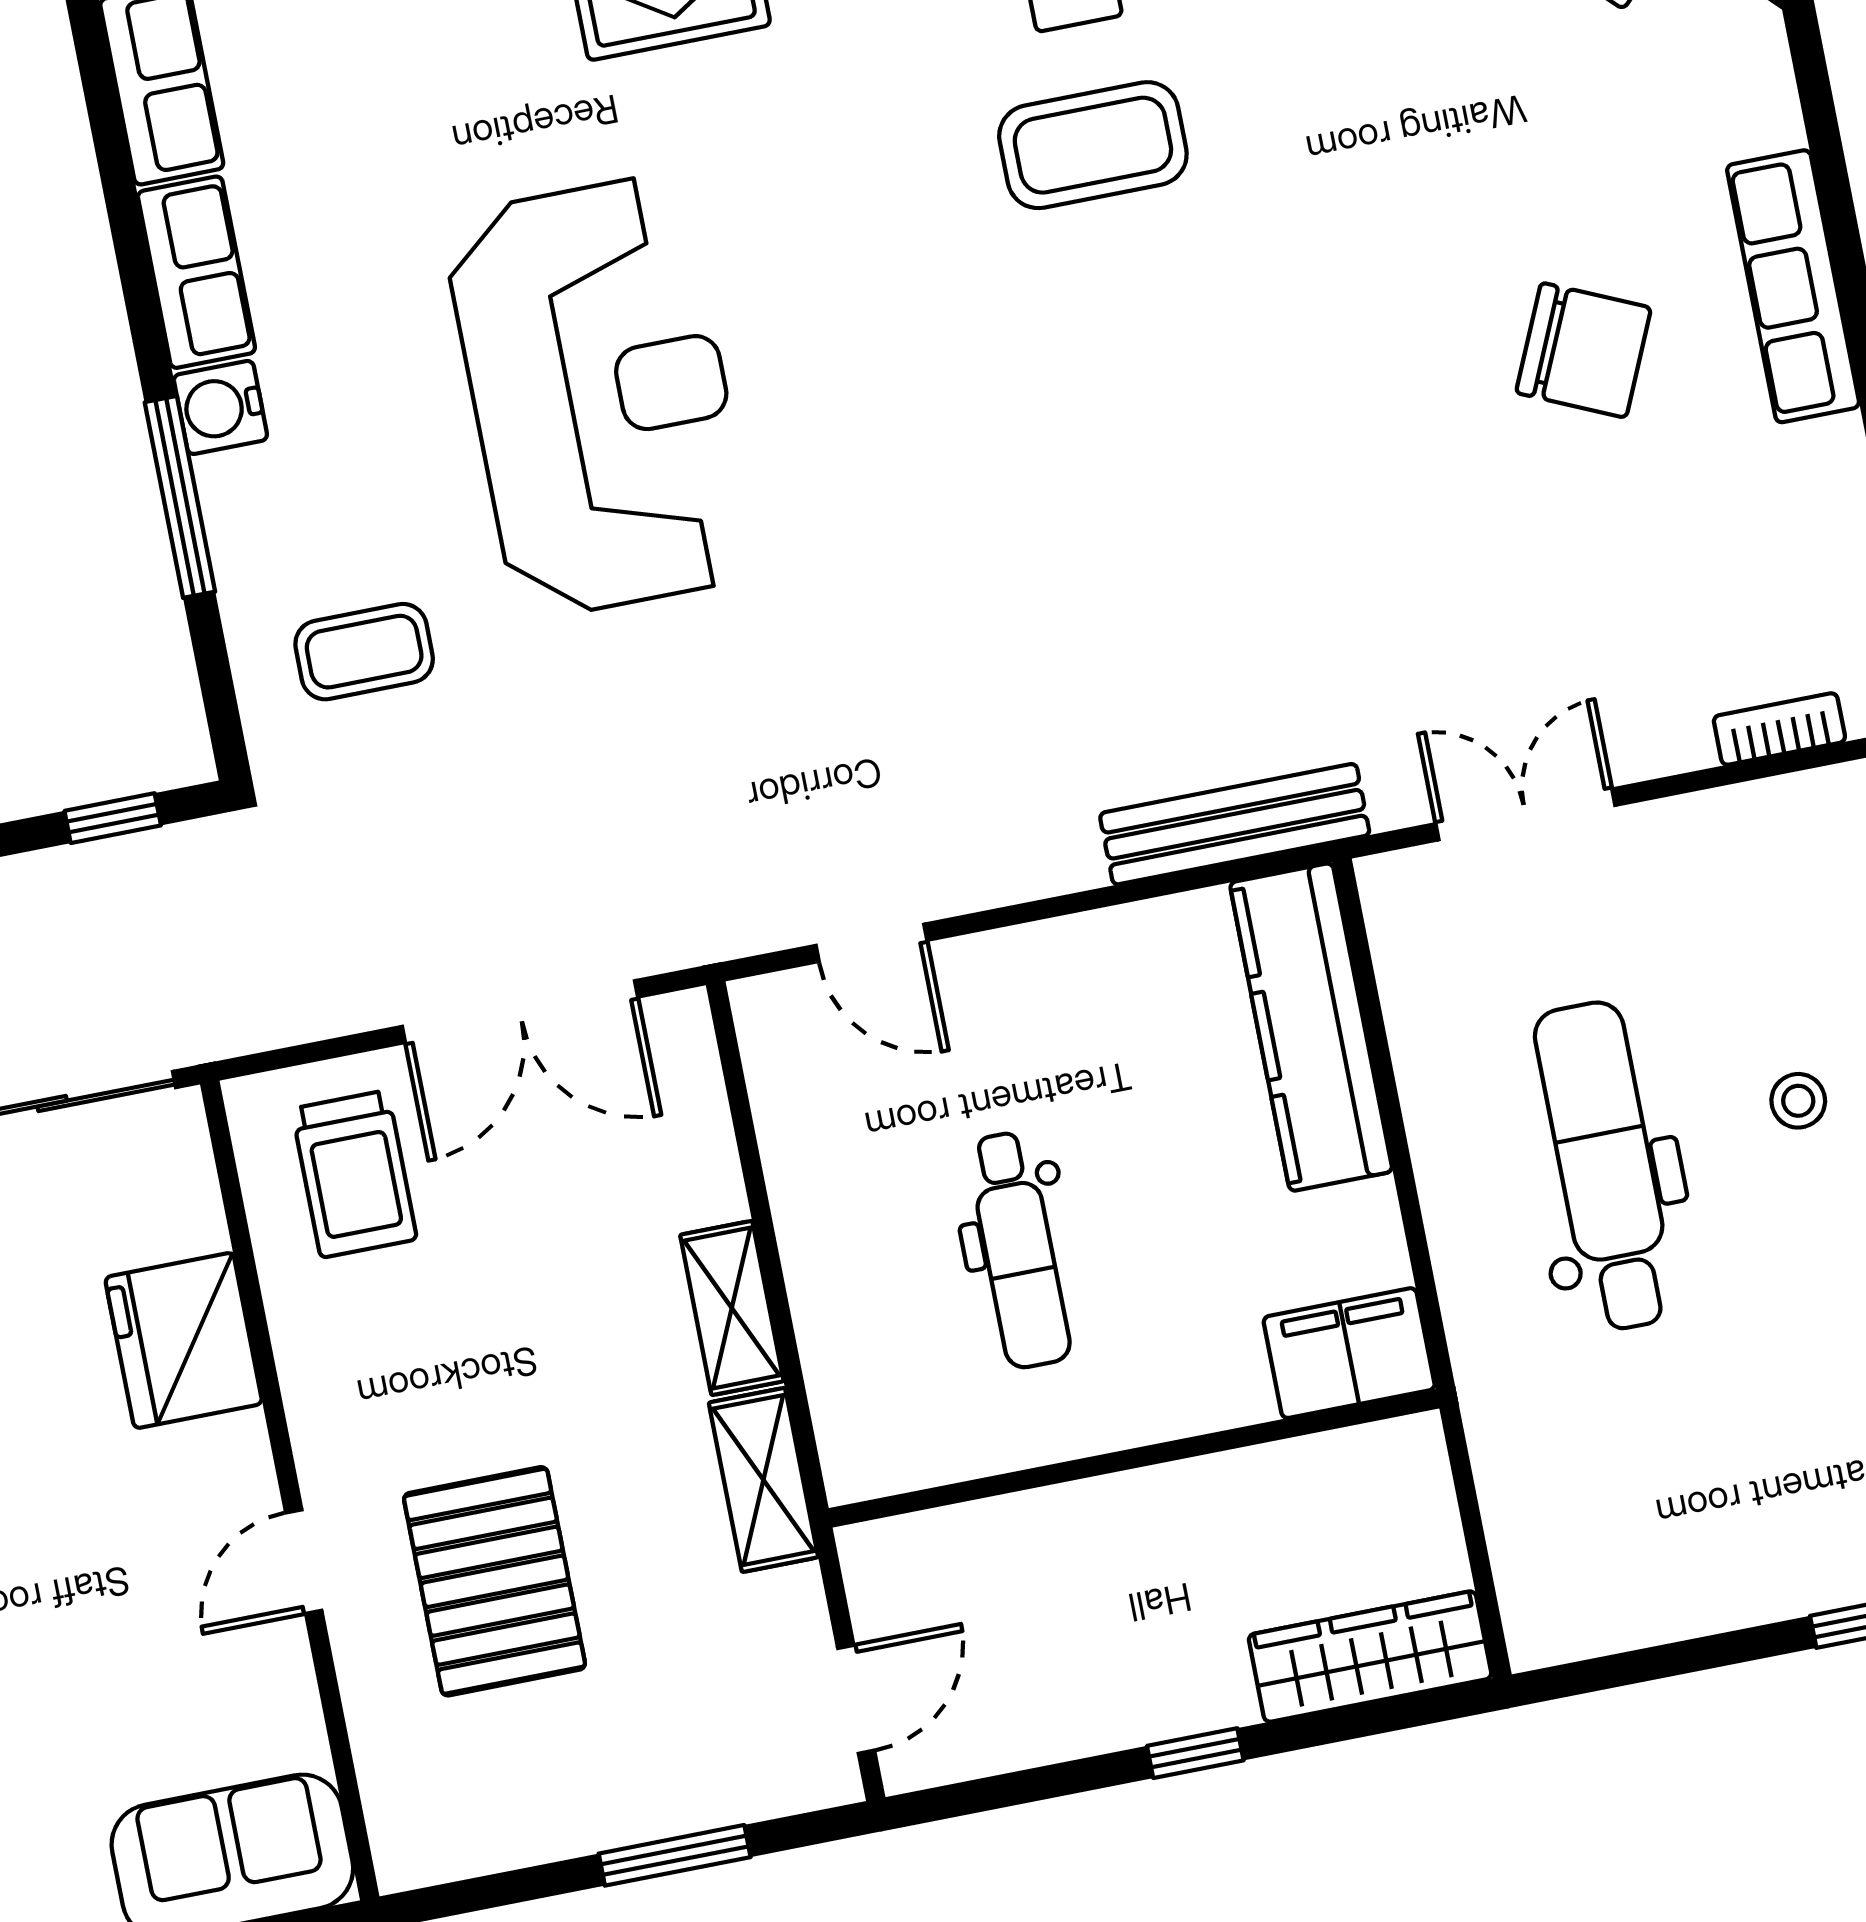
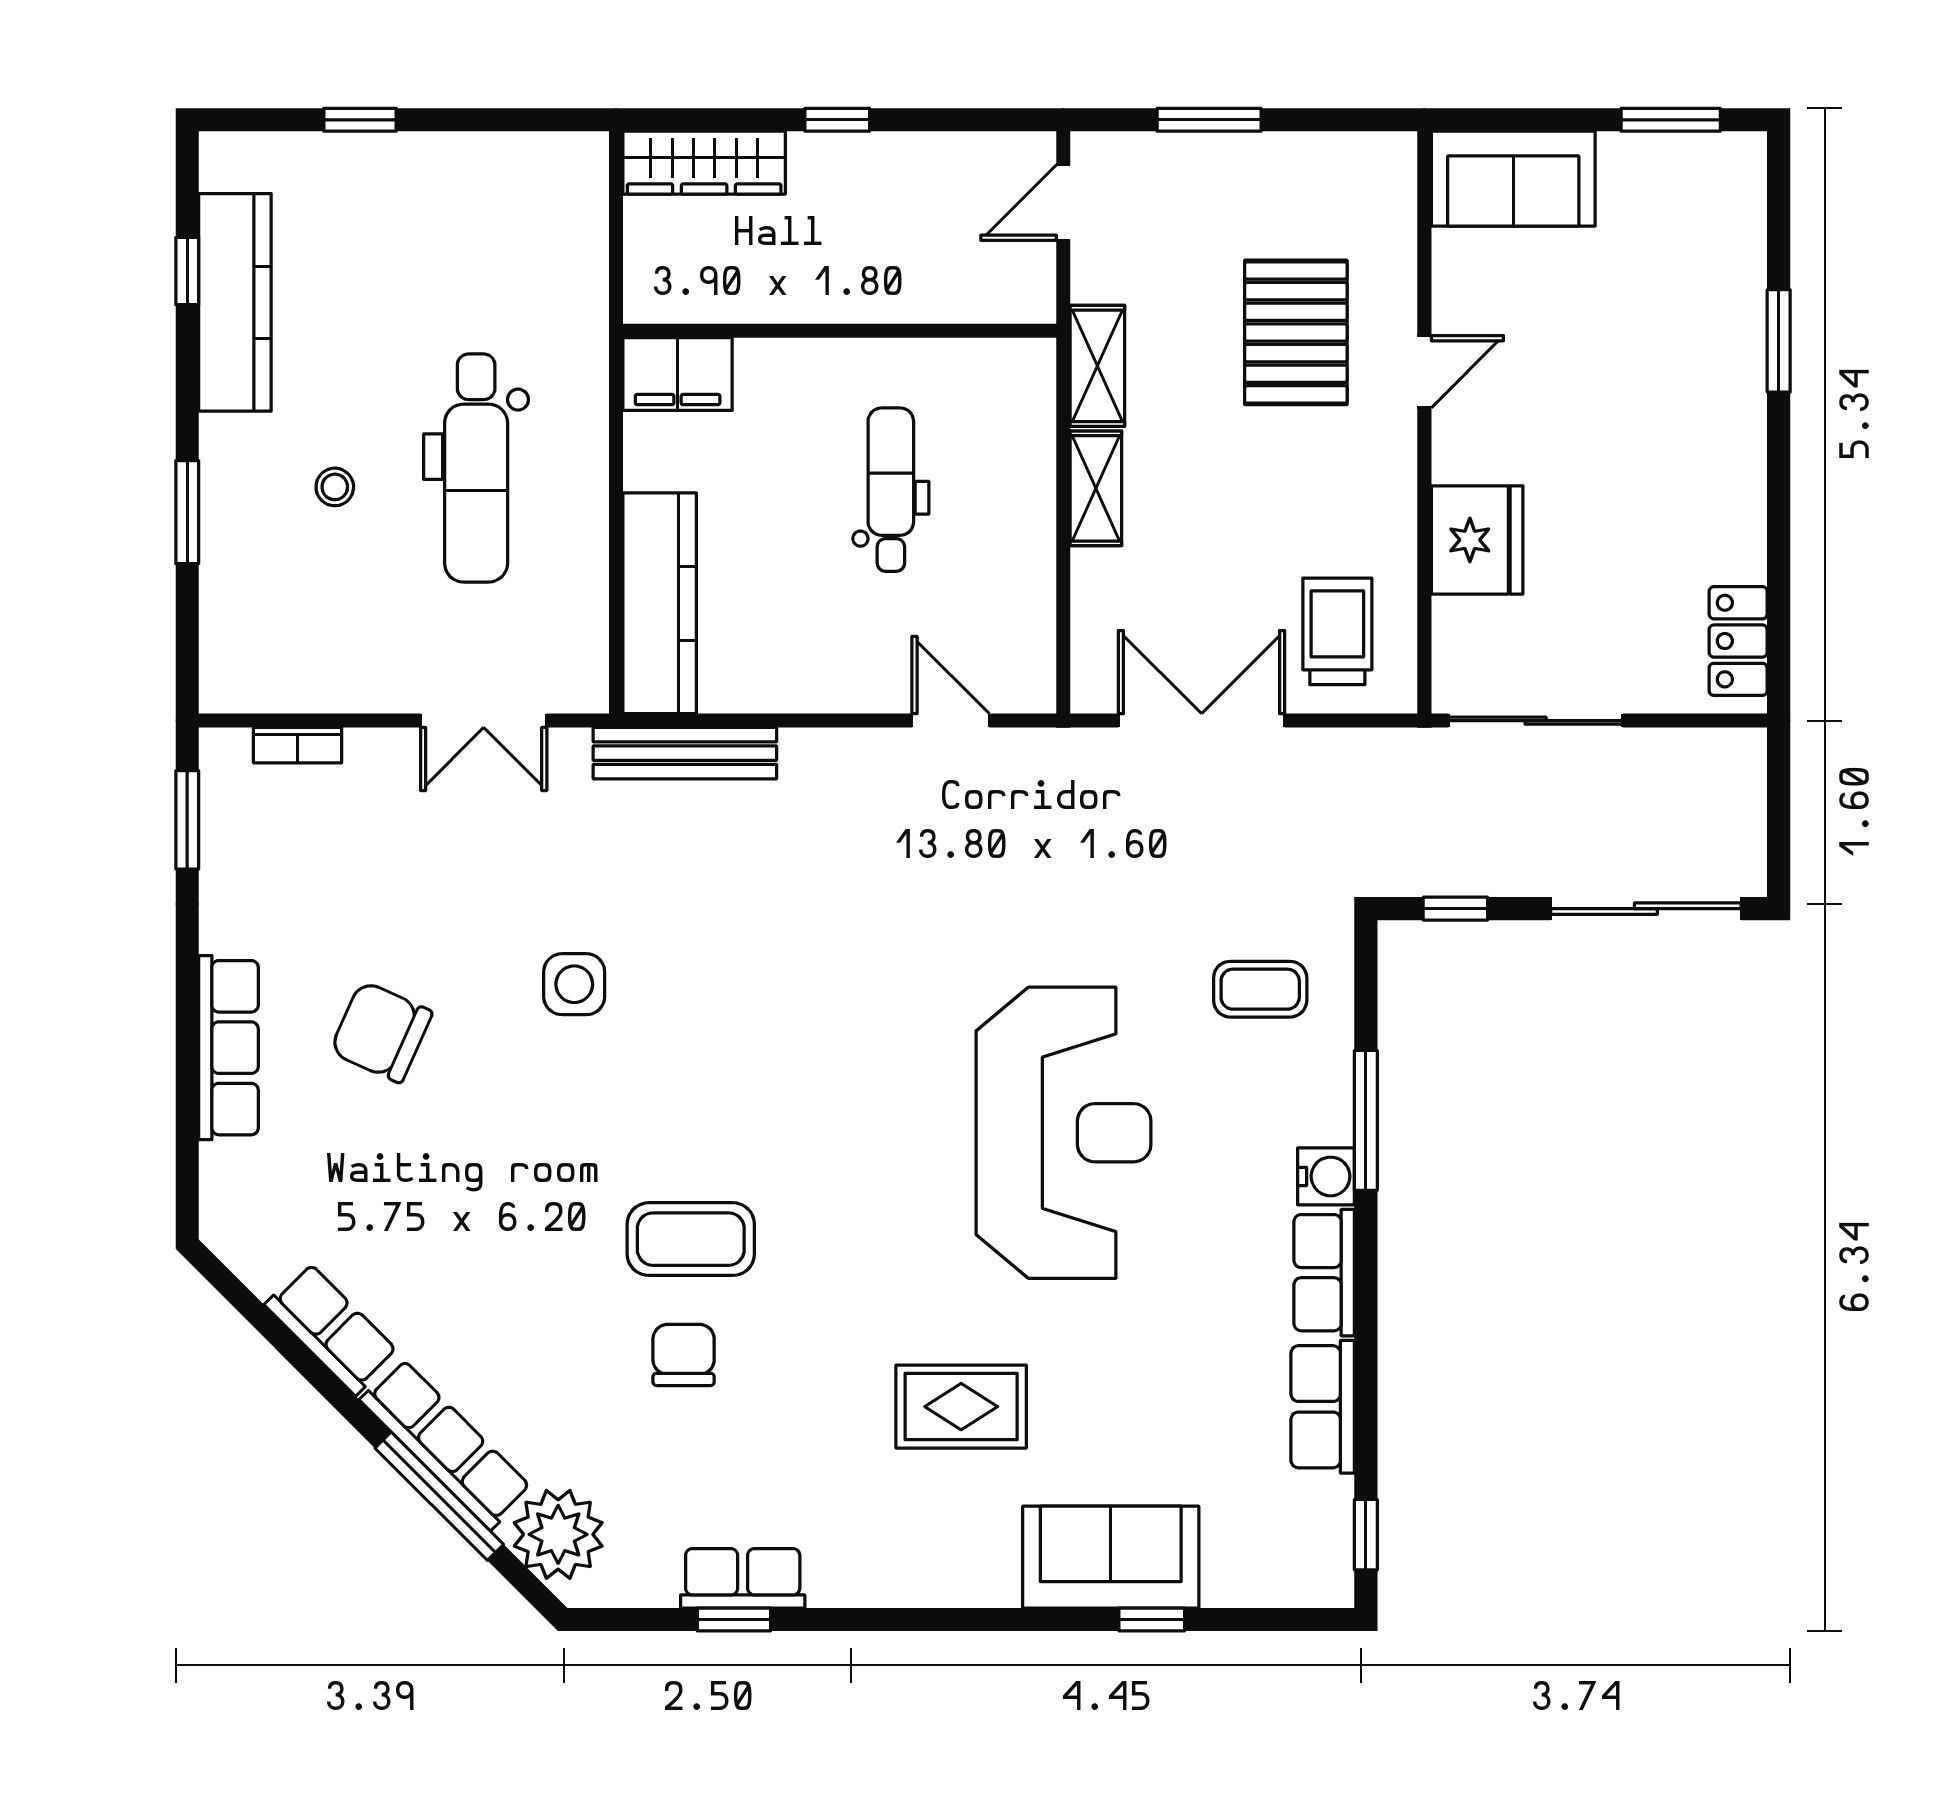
reception desk: (600, 396) -> (1063, 1133), turned 180
side table: (1326, 470) -> (574, 984), added

